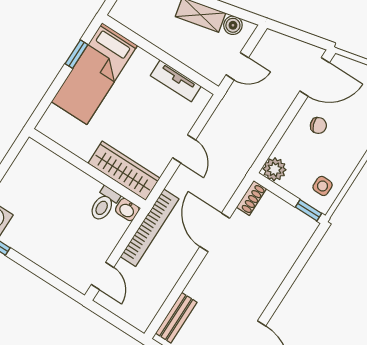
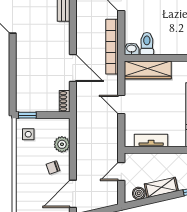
plant: (274, 169) -> (62, 144), moved

